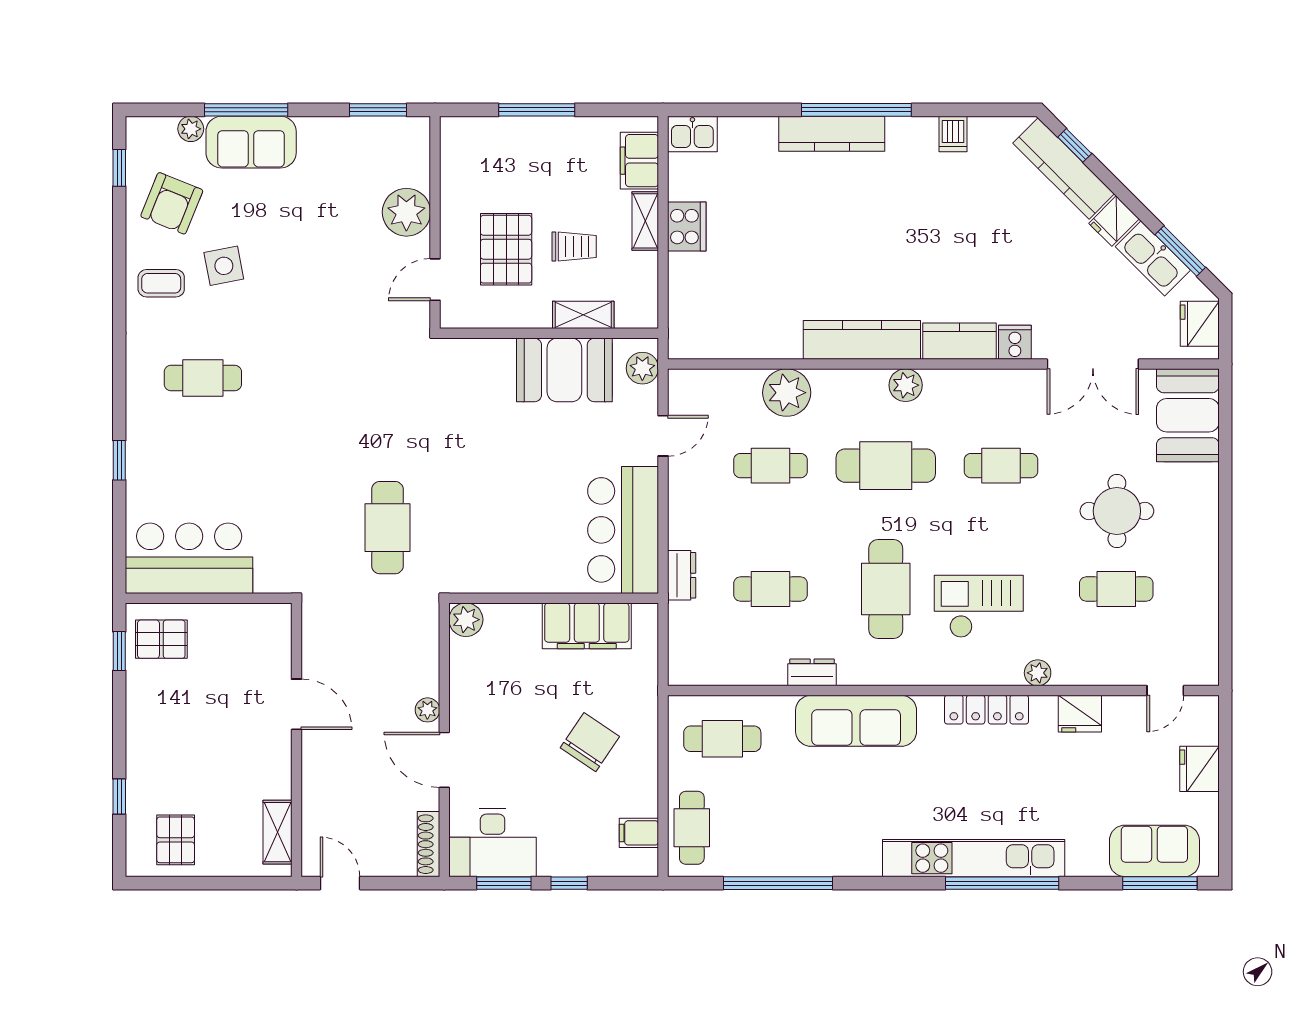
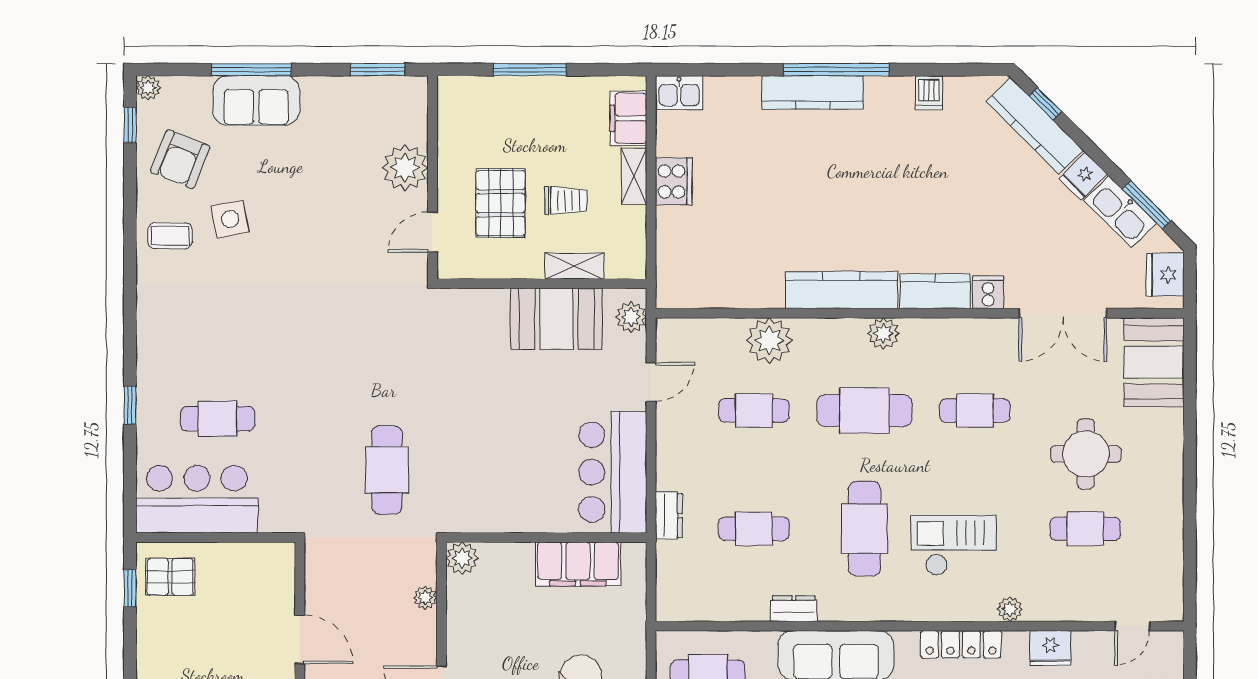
plant: (191, 129) -> (148, 88), moved
cafe table: (203, 378) -> (218, 419), moved
plant: (427, 710) -> (425, 598), moved

